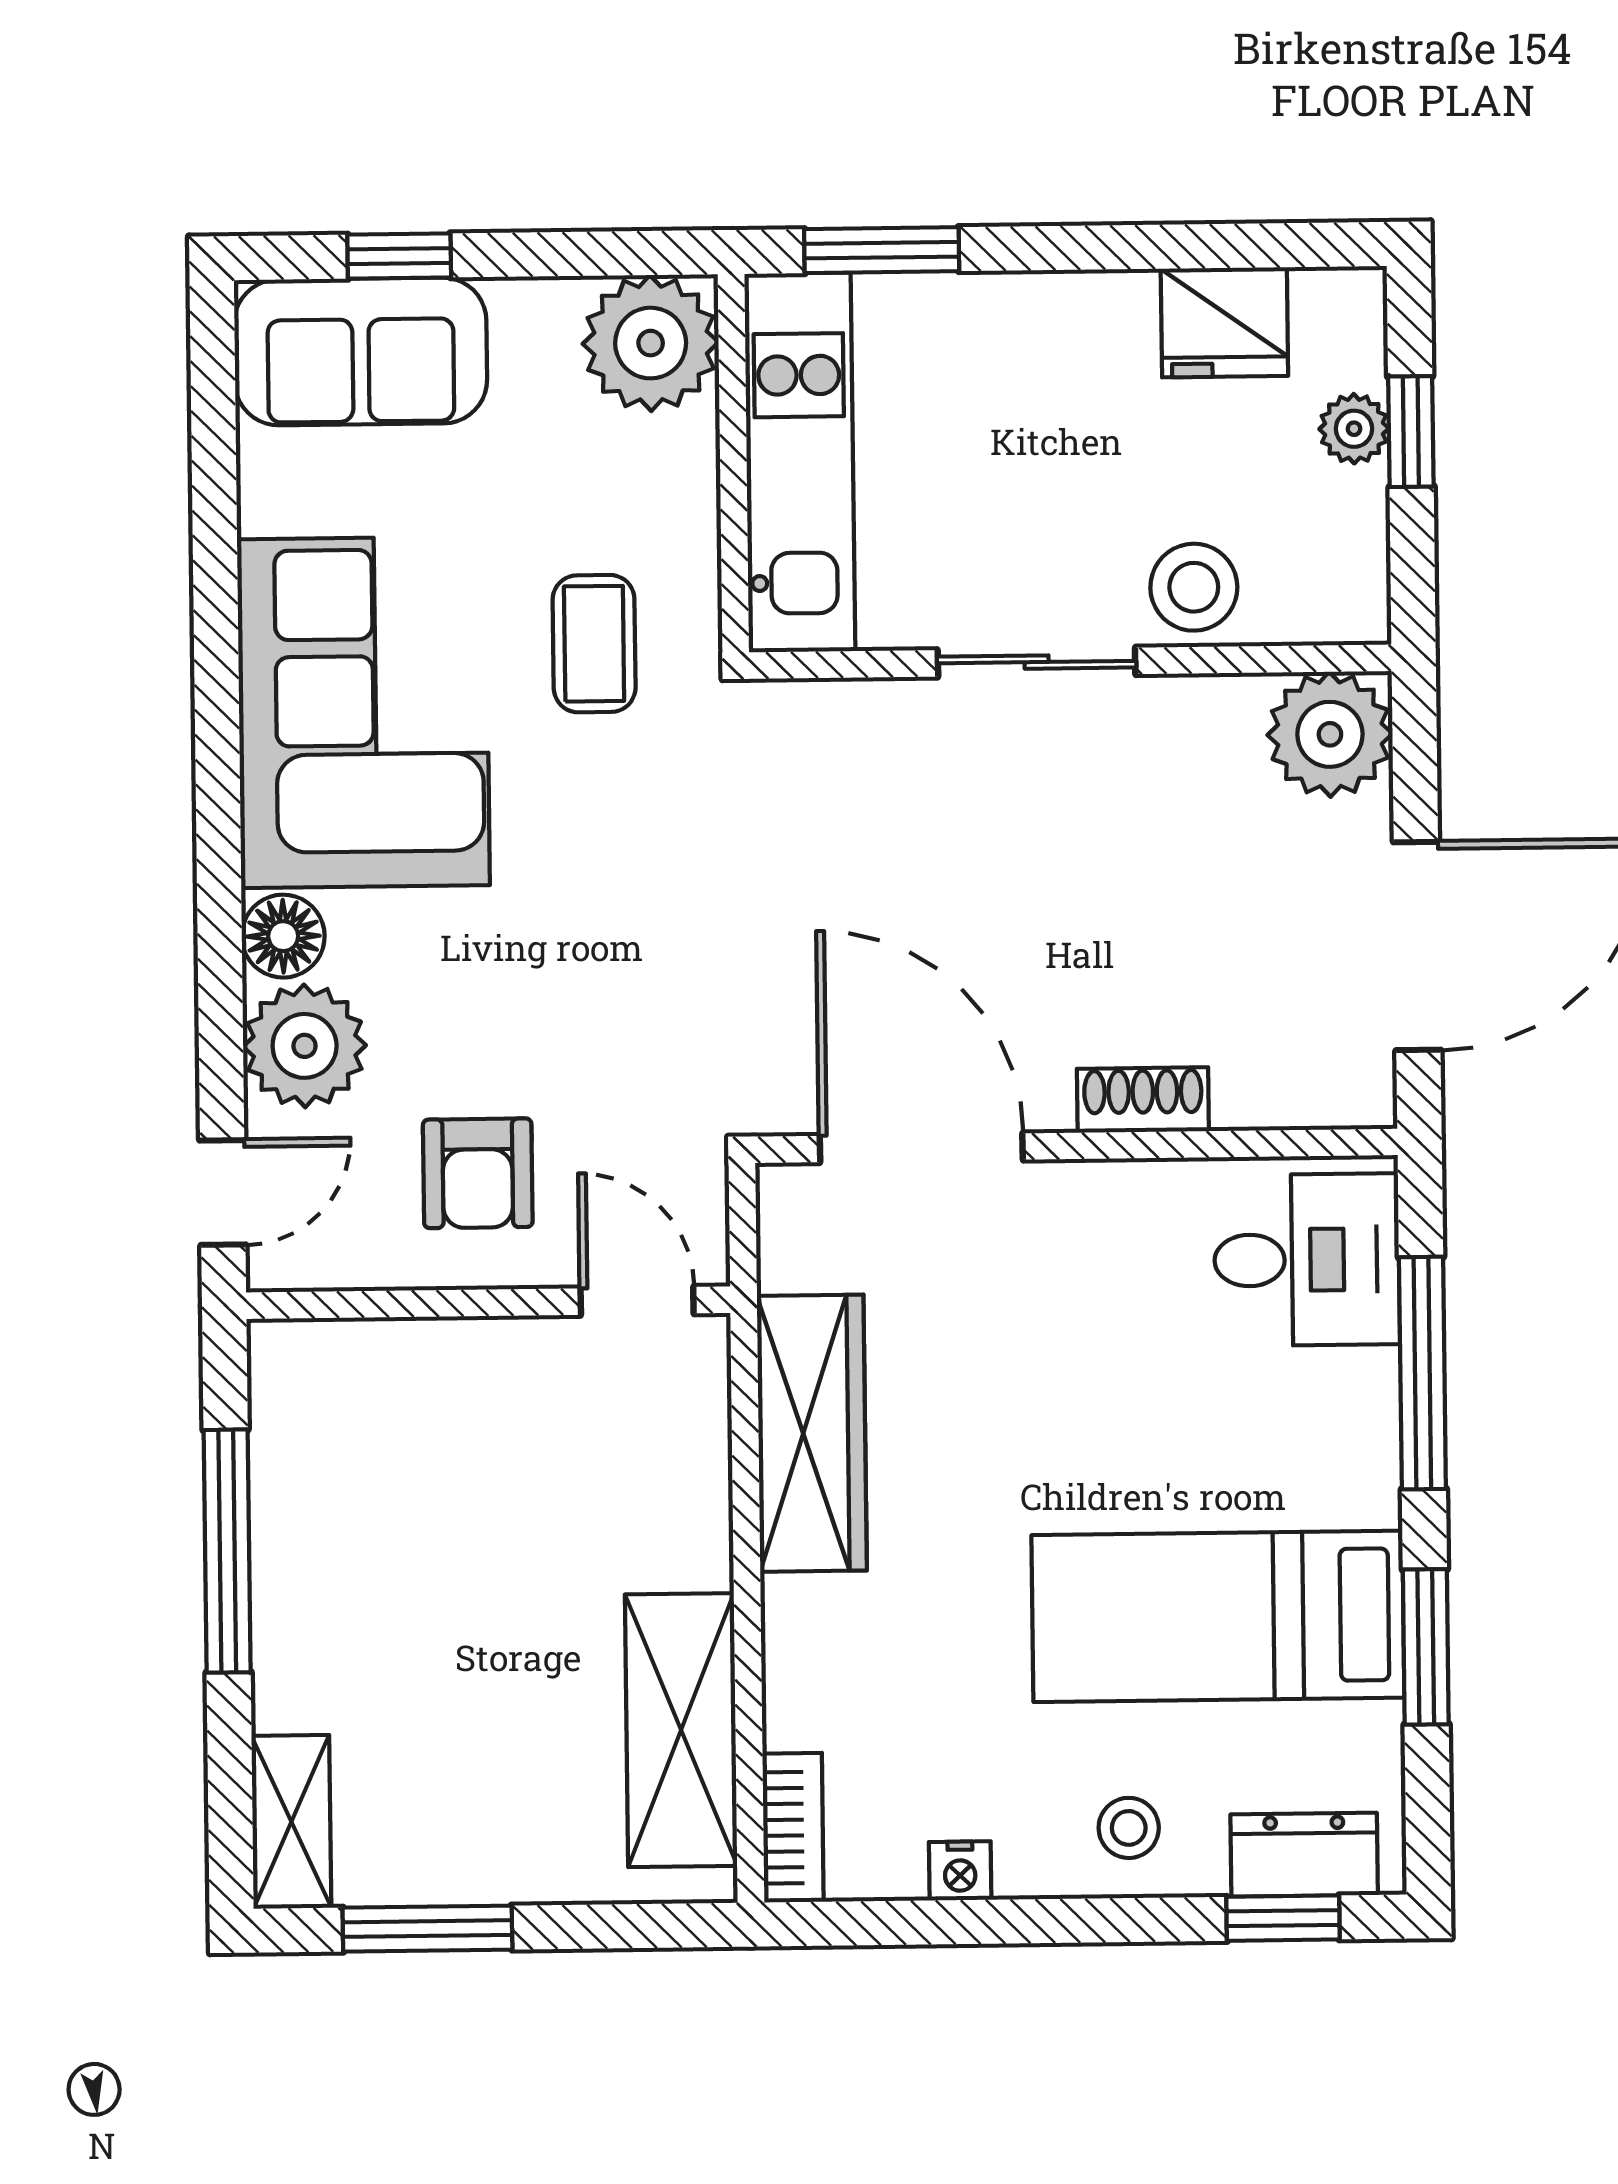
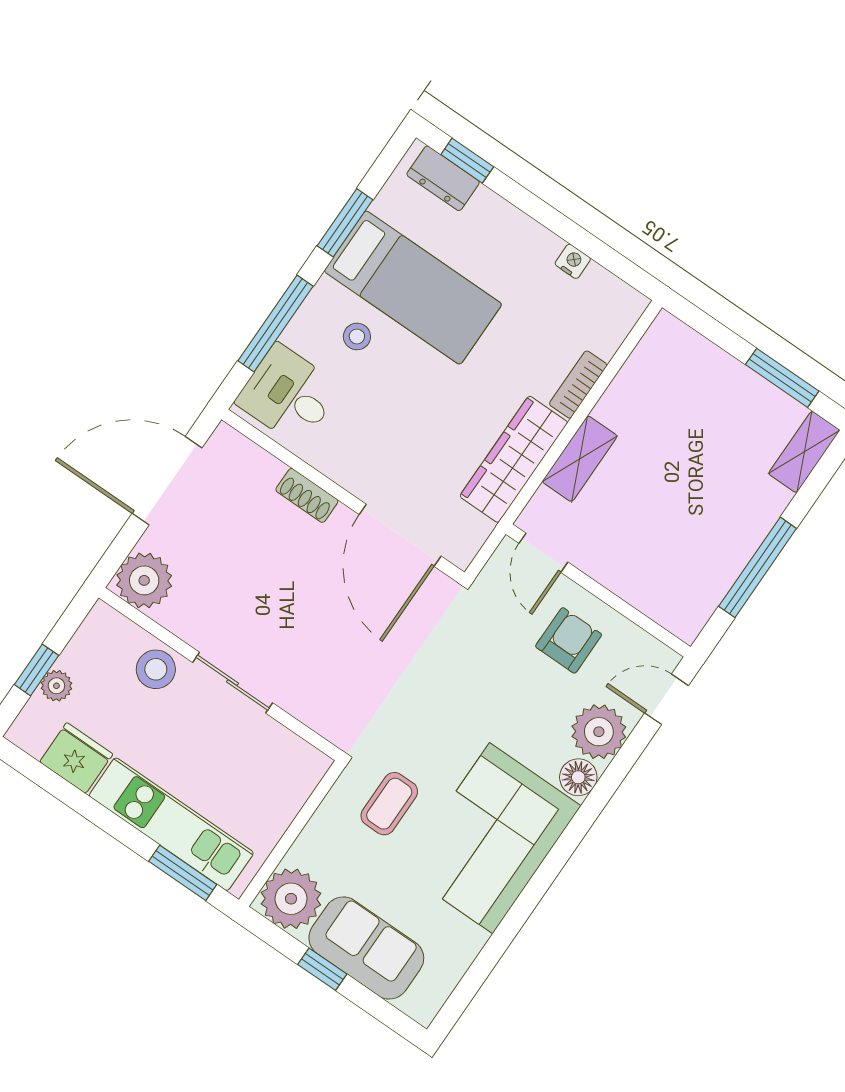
window: (399, 256) -> (322, 969), moved
sofa: (361, 351) -> (366, 948), moved
kitchen unit: (800, 462) -> (171, 824), moved, turned 90
shelving: (681, 1730) -> (580, 459), moved, width x0.67, depth x0.75
bookcase: (793, 1828) -> (578, 385), moved
stool: (1129, 1828) -> (357, 336), moved

